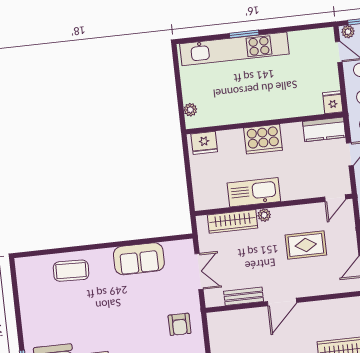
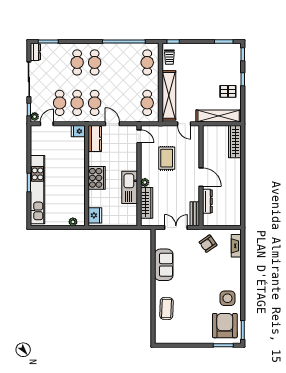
bench: (244, 296) -> (195, 214), moved
dresser: (245, 316) -> (207, 201), added
armchair: (180, 324) -> (208, 244), turned 145

